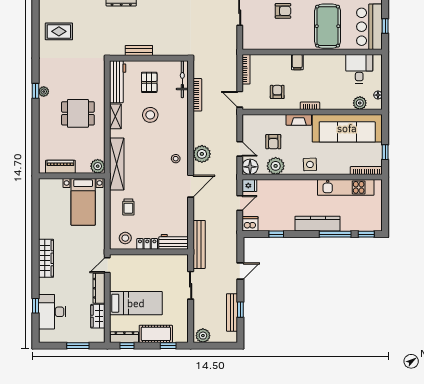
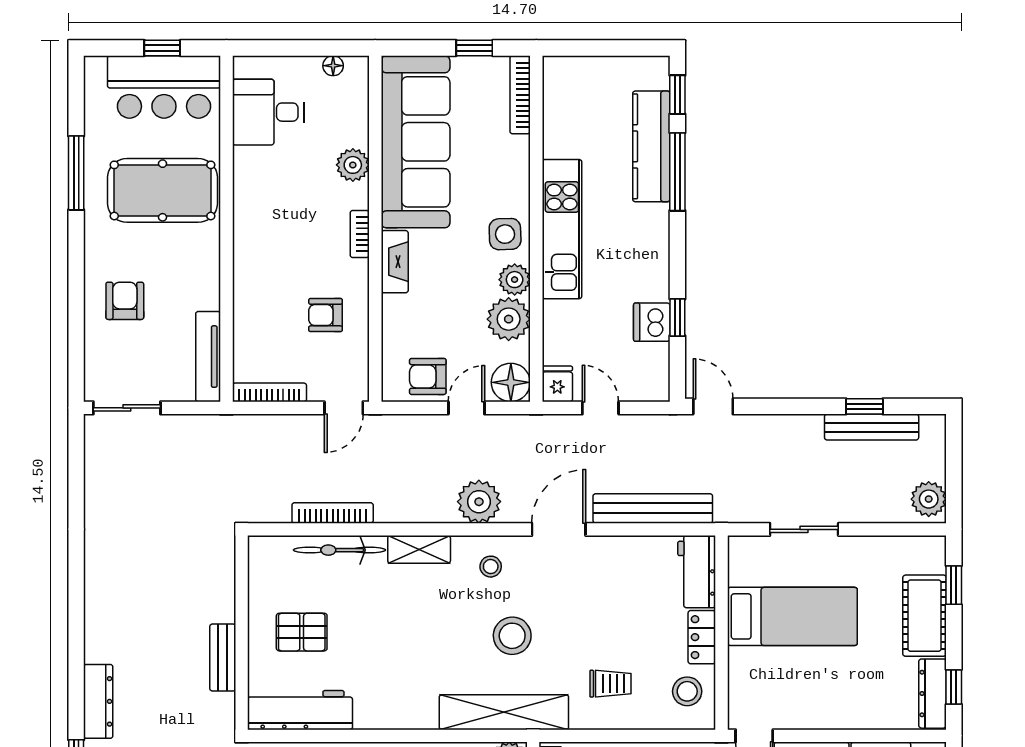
tv unit: (260, 45) -> (208, 357), added
filing cabinet: (297, 62) -> (252, 265), removed
bicycle: (182, 79) -> (339, 550), moved
plant: (360, 103) -> (353, 165), moved
stool: (150, 115) -> (512, 636), moved
shelving: (115, 116) -> (419, 549), moved
armchair: (273, 142) -> (428, 376), moved, turned 180
plant: (292, 168) -> (515, 280), added
door: (191, 186) -> (559, 529), hinge flipped
kitchen unit: (346, 187) -> (562, 229), moved
dishwasher: (250, 224) -> (652, 322), moved
kitchen counter: (318, 224) -> (651, 146), moved
bench: (199, 244) -> (653, 508), moved
door: (240, 271) -> (713, 406), moved
bed: (136, 303) -> (792, 616), moved, turned 90

